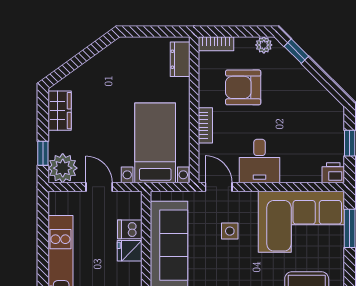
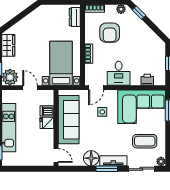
armchair: (243, 87) -> (110, 33), turned -90
printer: (333, 173) -> (147, 80), moved
door: (219, 187) -> (96, 88), swing flipped

